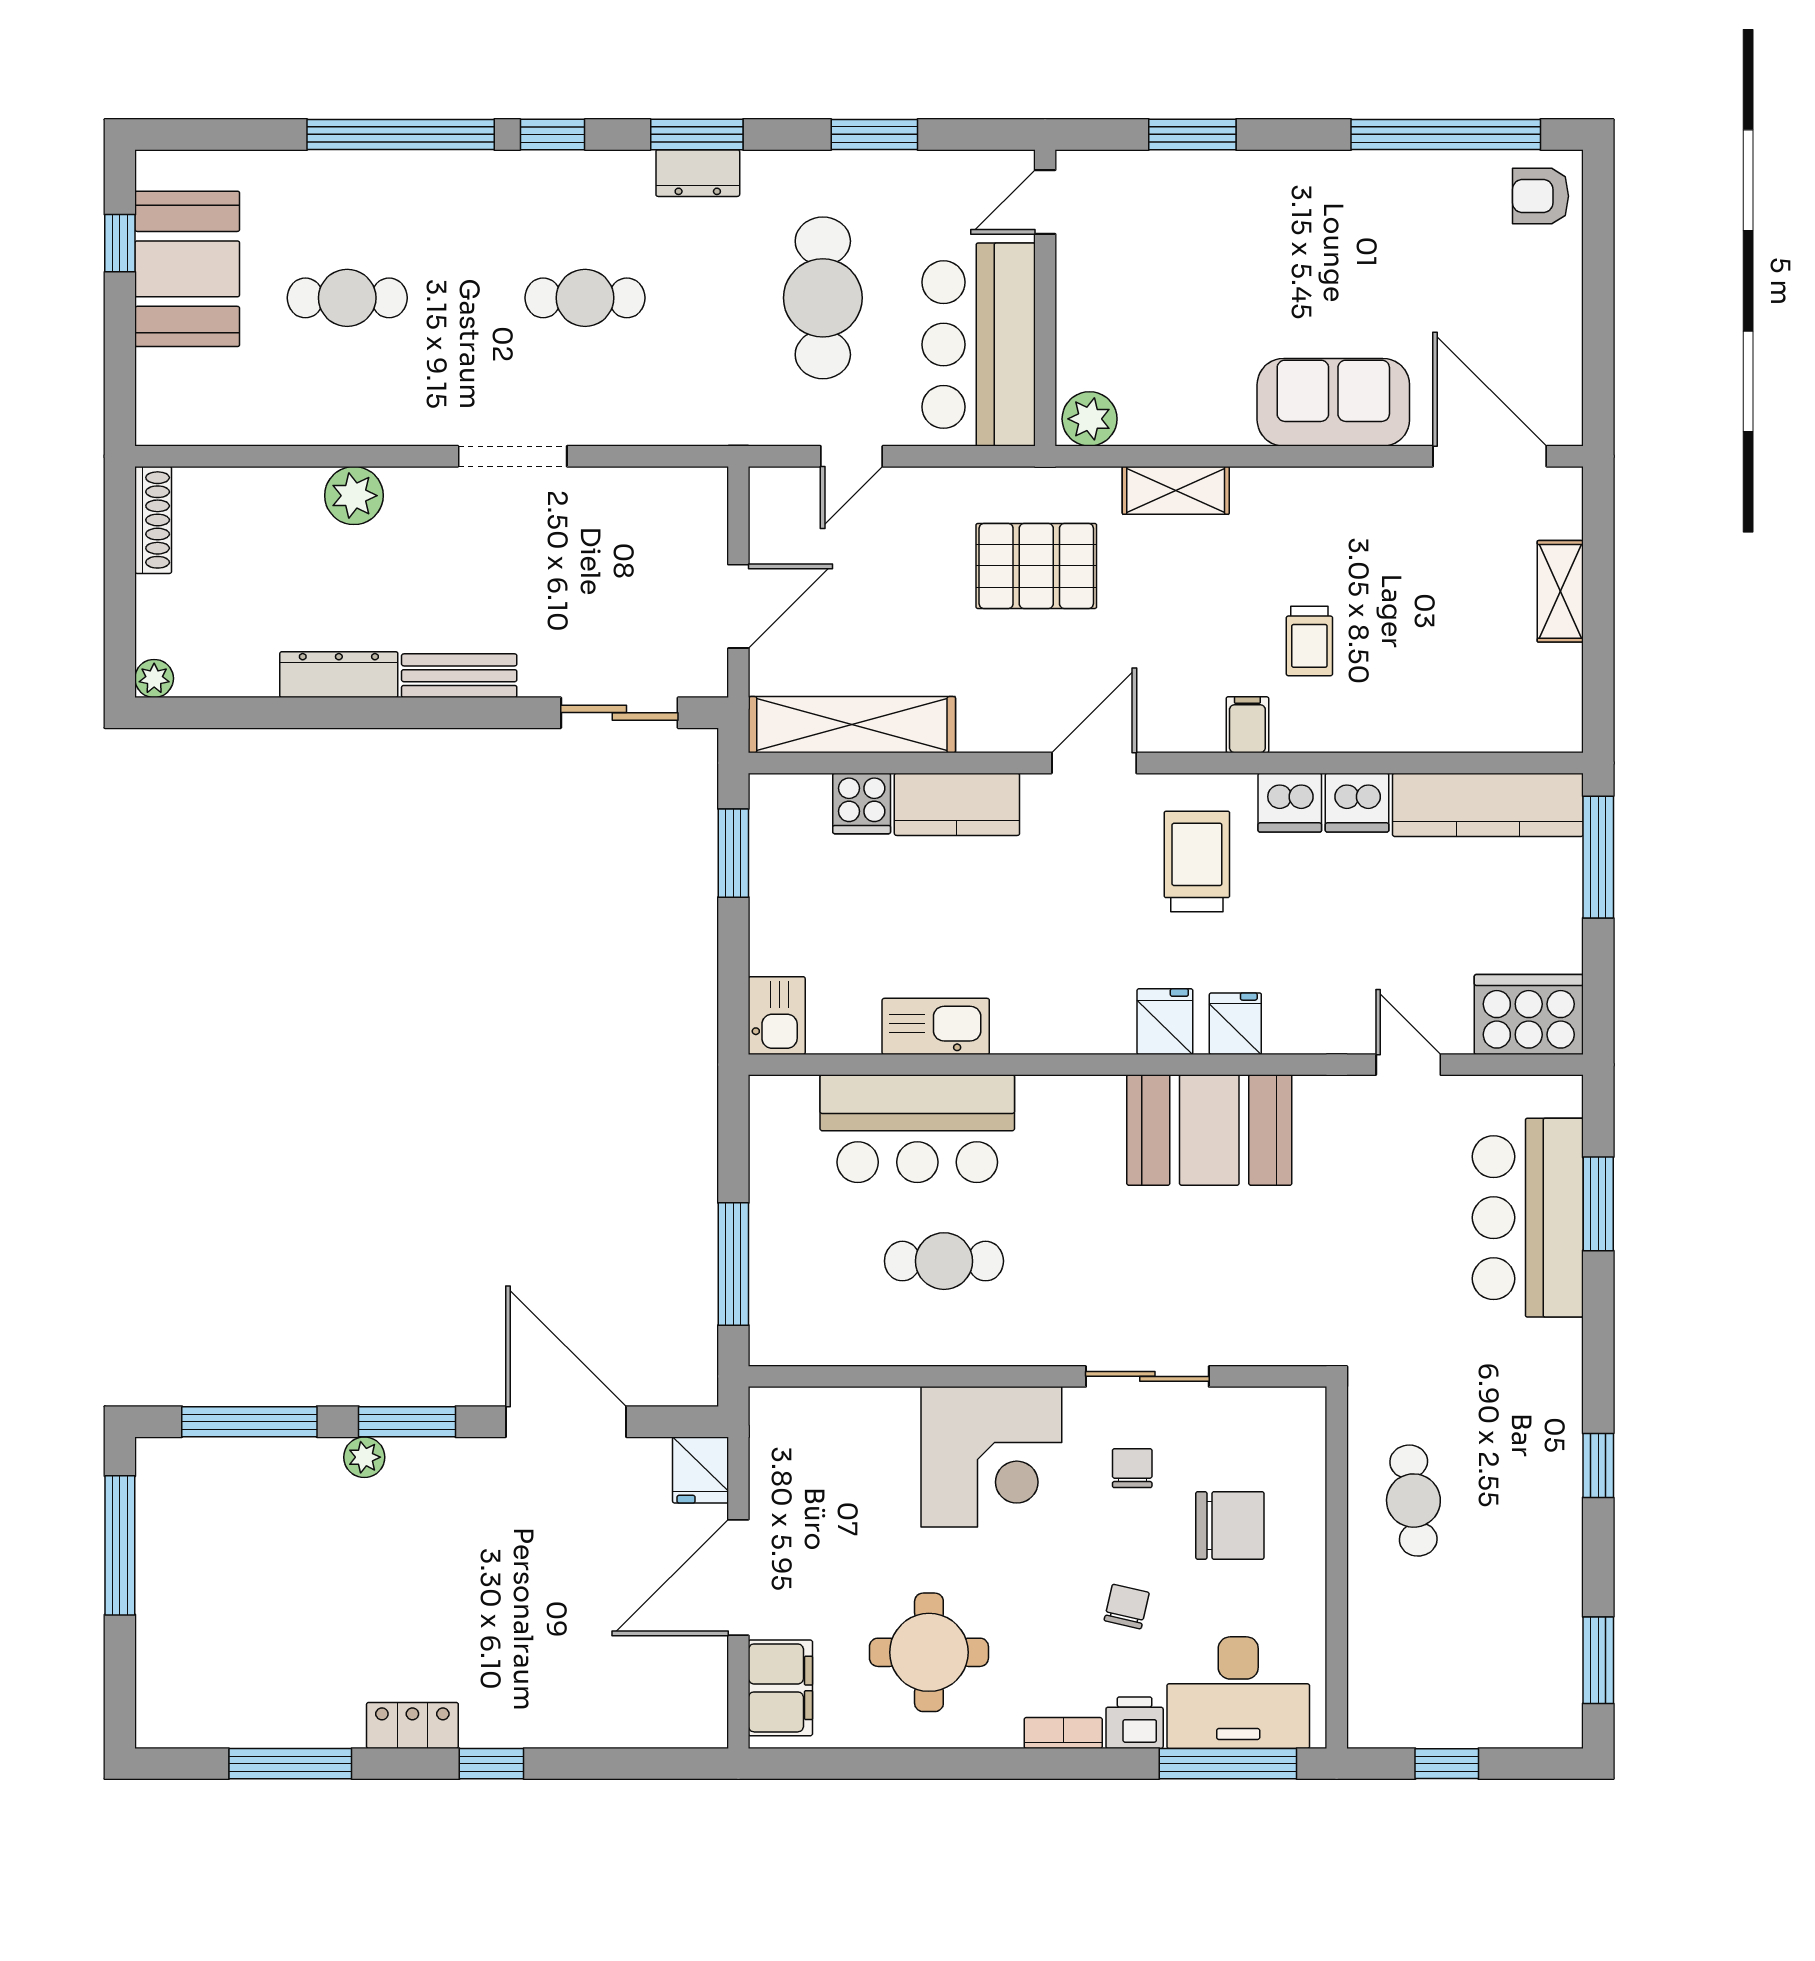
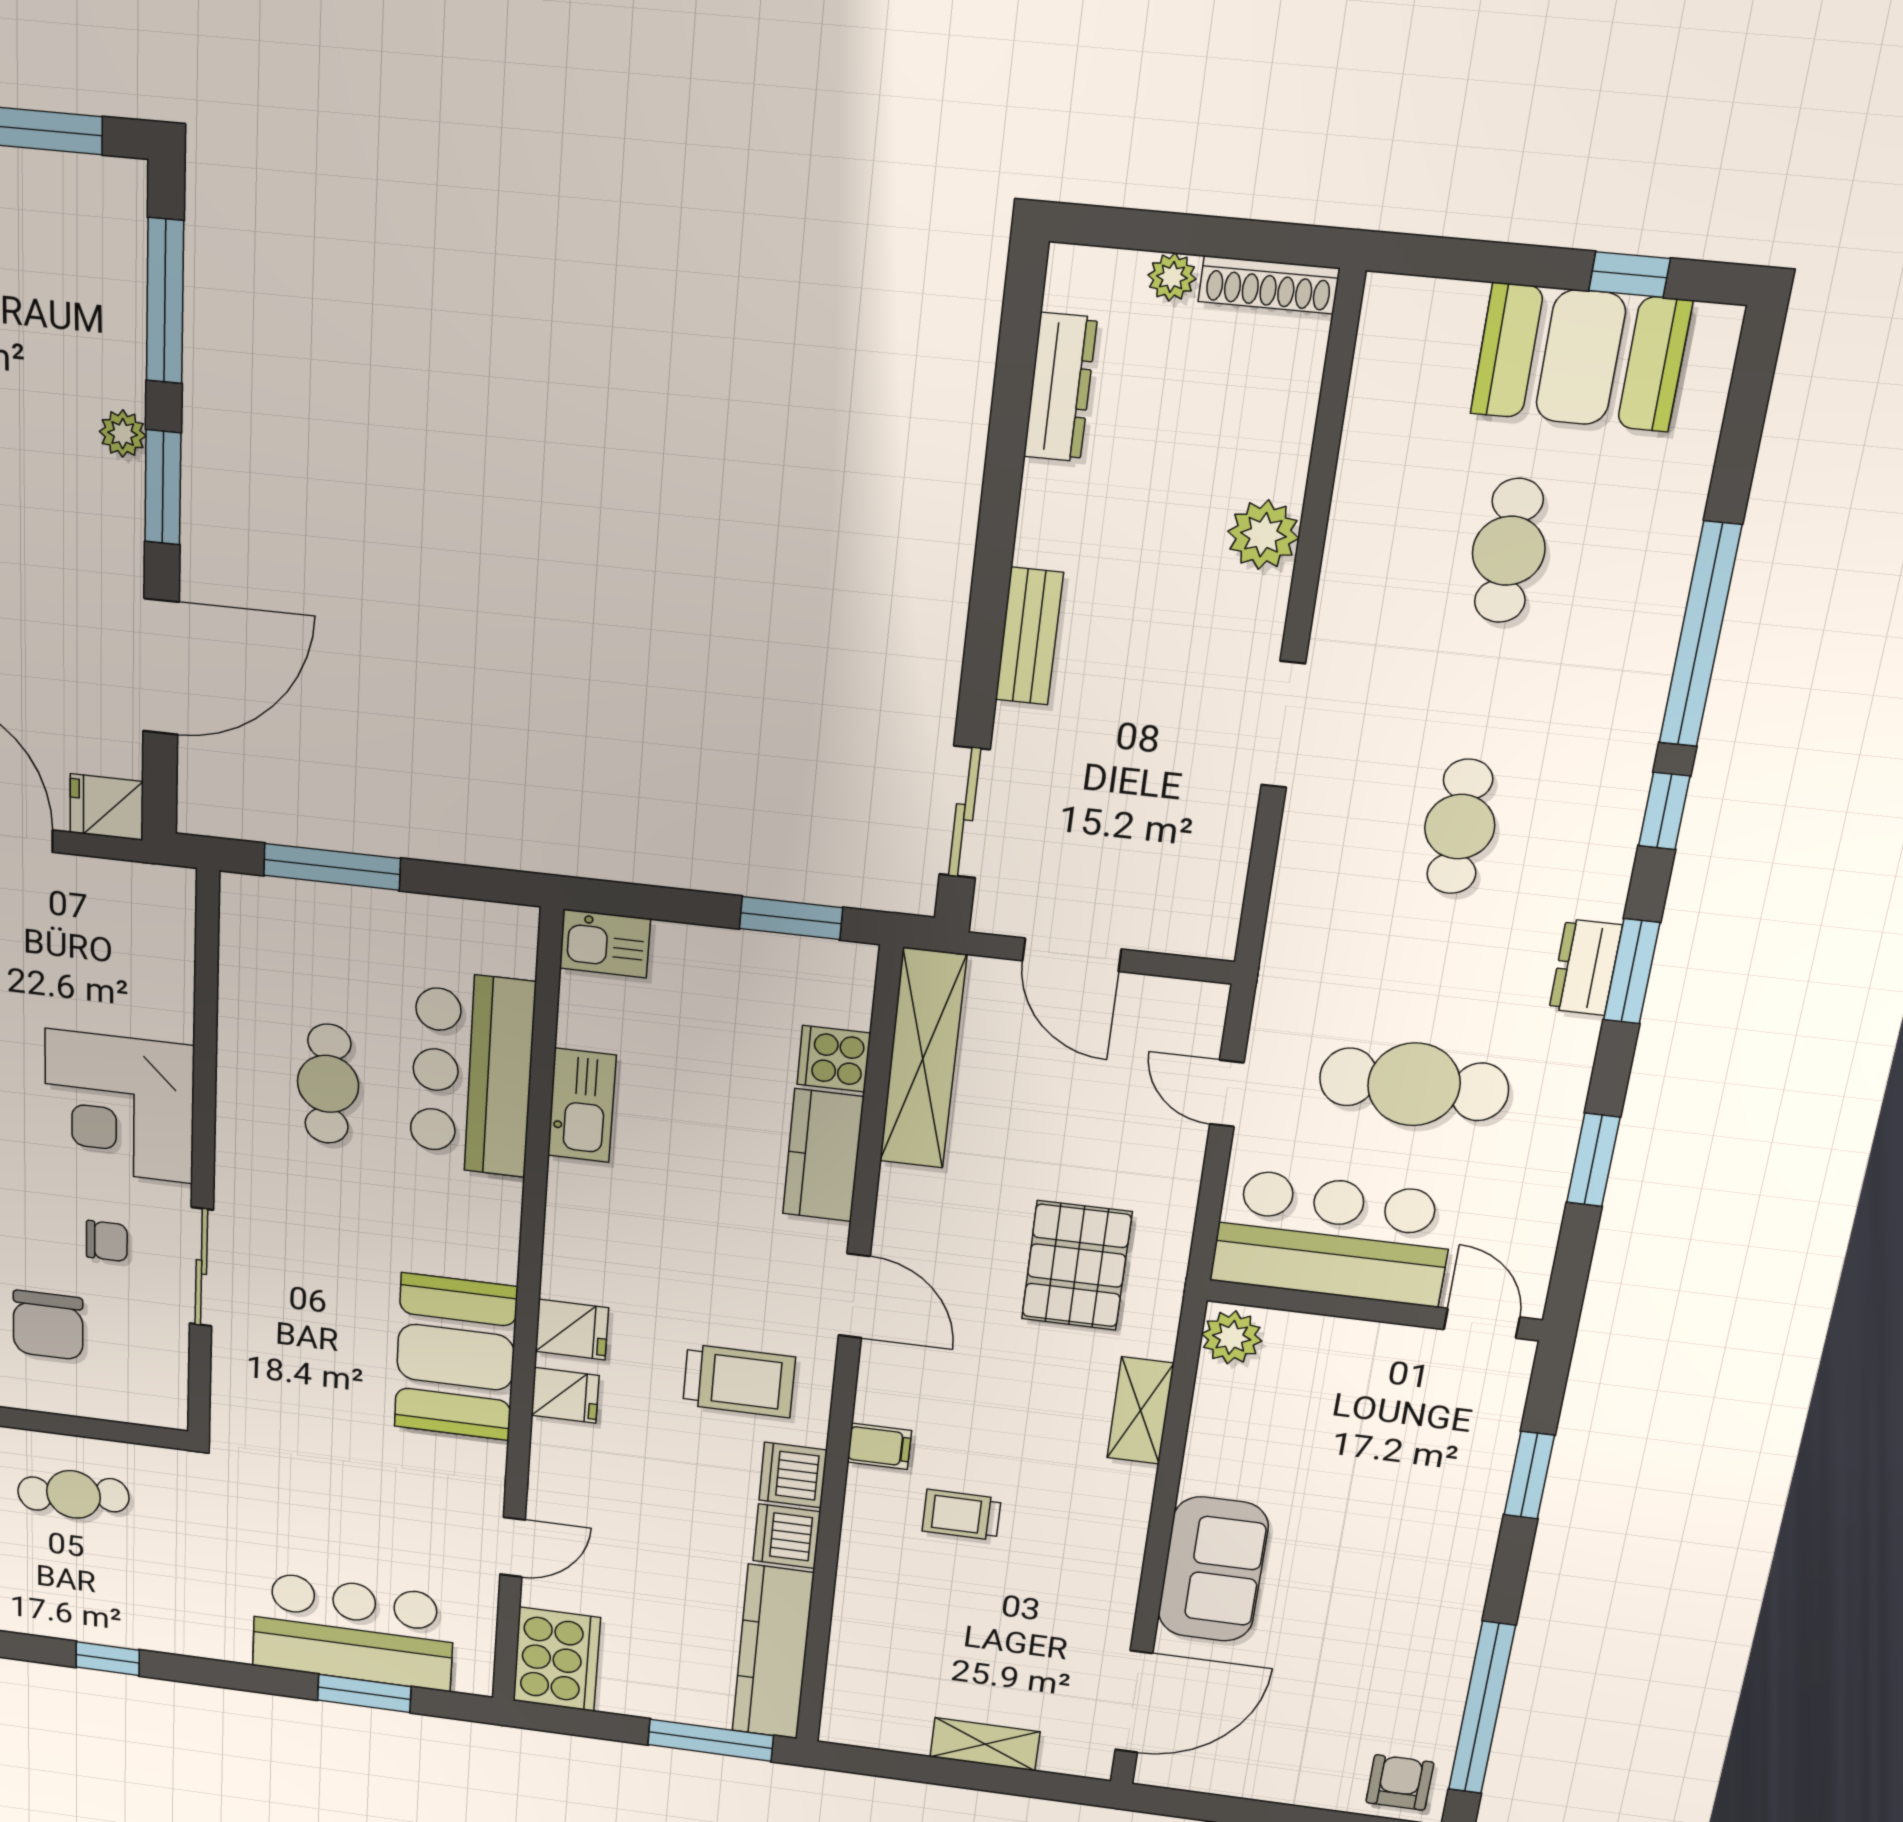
dresser: (339, 675) -> (1060, 387), moved
plant: (154, 678) -> (1172, 277), moved

